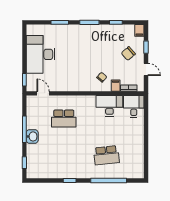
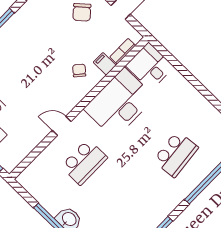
door: (43, 93) -> (62, 126), moved
desk: (109, 106) -> (119, 103), width x1.36, depth x1.30

